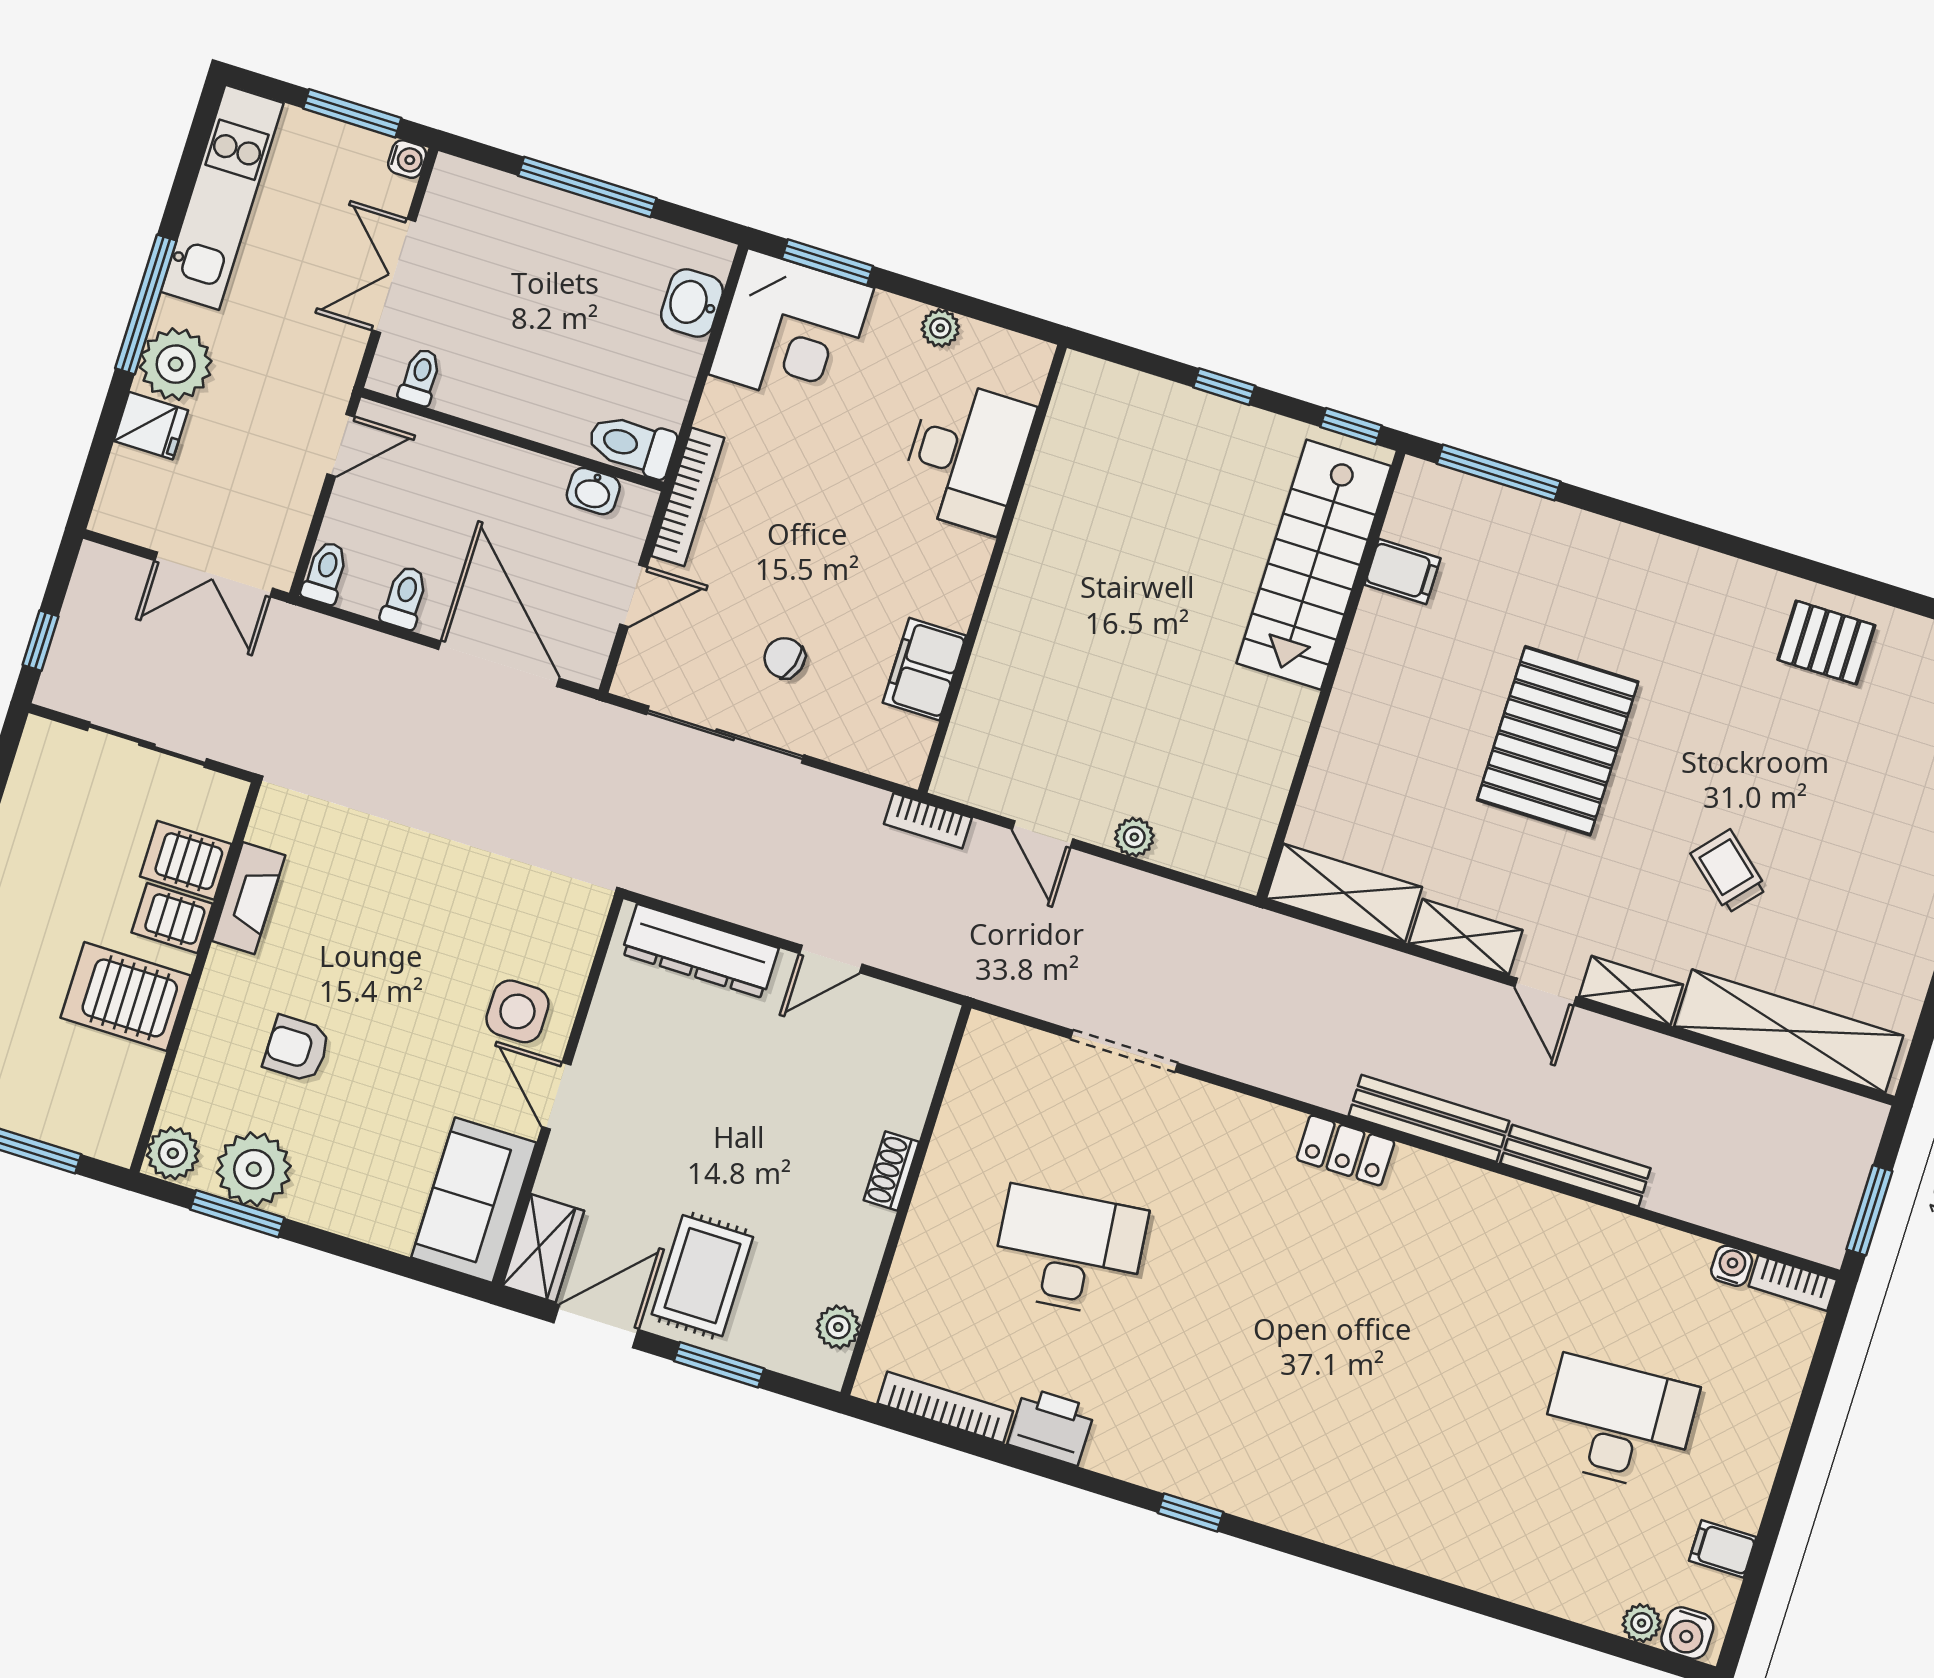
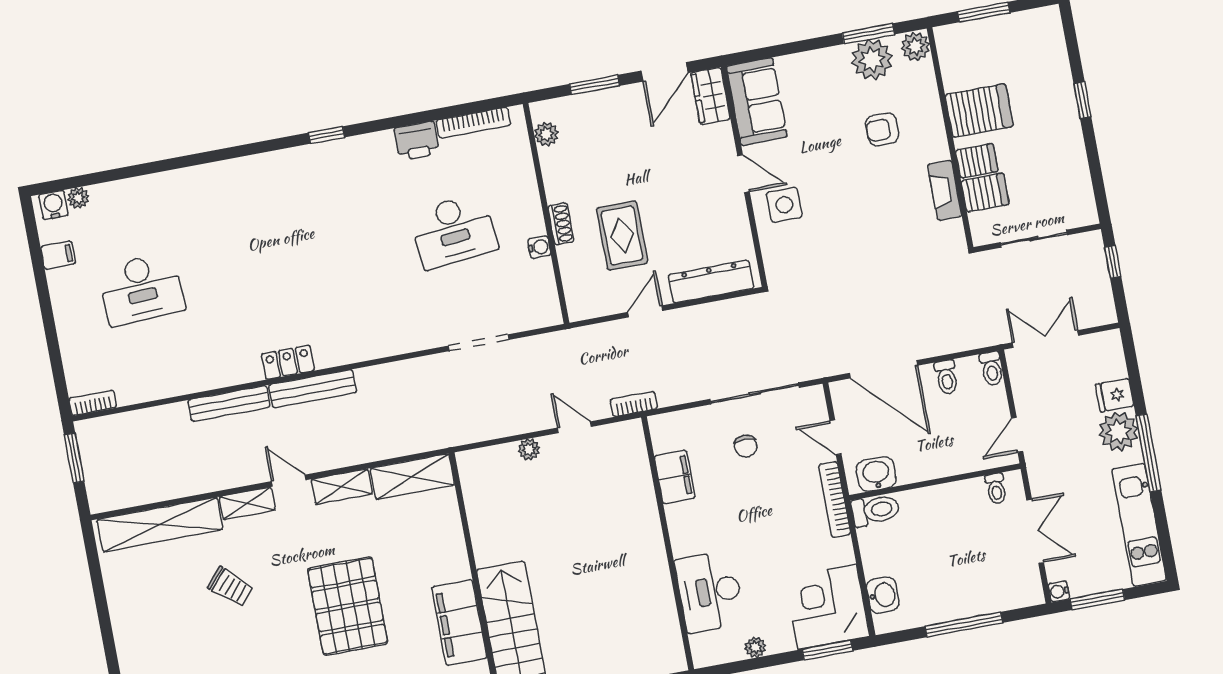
washbasin: (593, 491) -> (876, 474), width x1.38, depth x1.45
filing cabinet: (1402, 572) -> (459, 623), width x3.00, depth x1.17
door: (633, 596) -> (836, 437), hinge flipped
chair: (785, 658) -> (746, 446), turned 73
armchair: (297, 1049) -> (882, 129), turned 180
locker: (1346, 1150) -> (288, 362), moved
water cooler: (1732, 1266) -> (539, 247), moved, turned -90
rug: (702, 1276) -> (622, 236), moved

